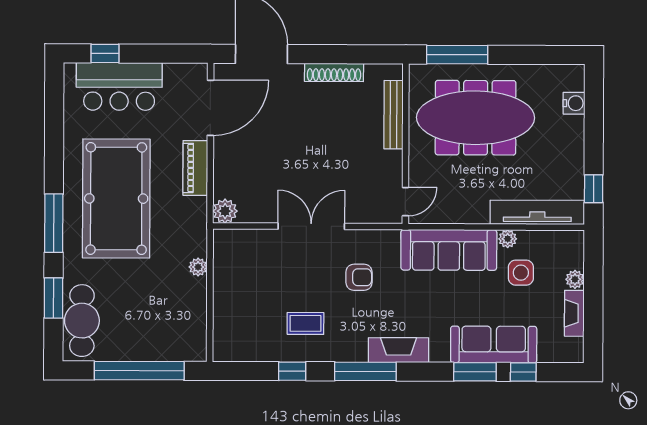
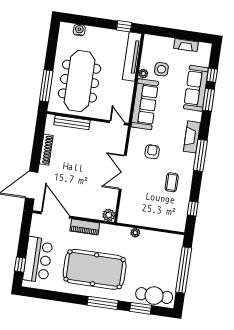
plant: (575, 279) -> (169, 42), removed
window: (292, 371) -> (193, 209), moved

